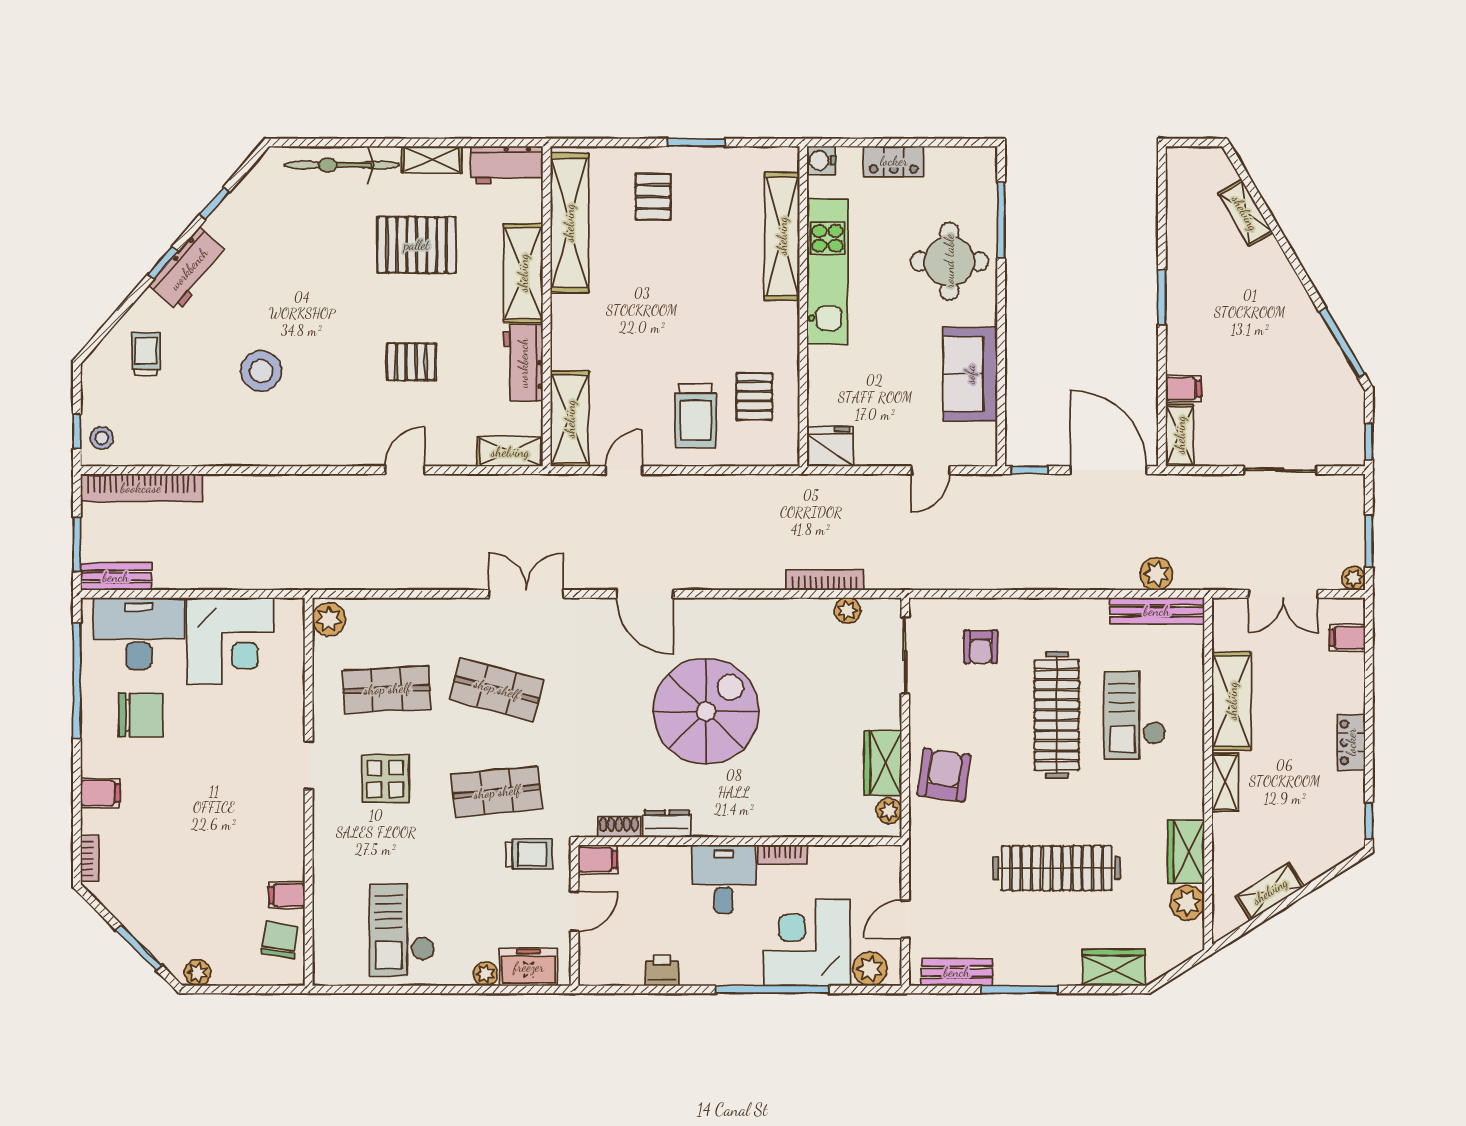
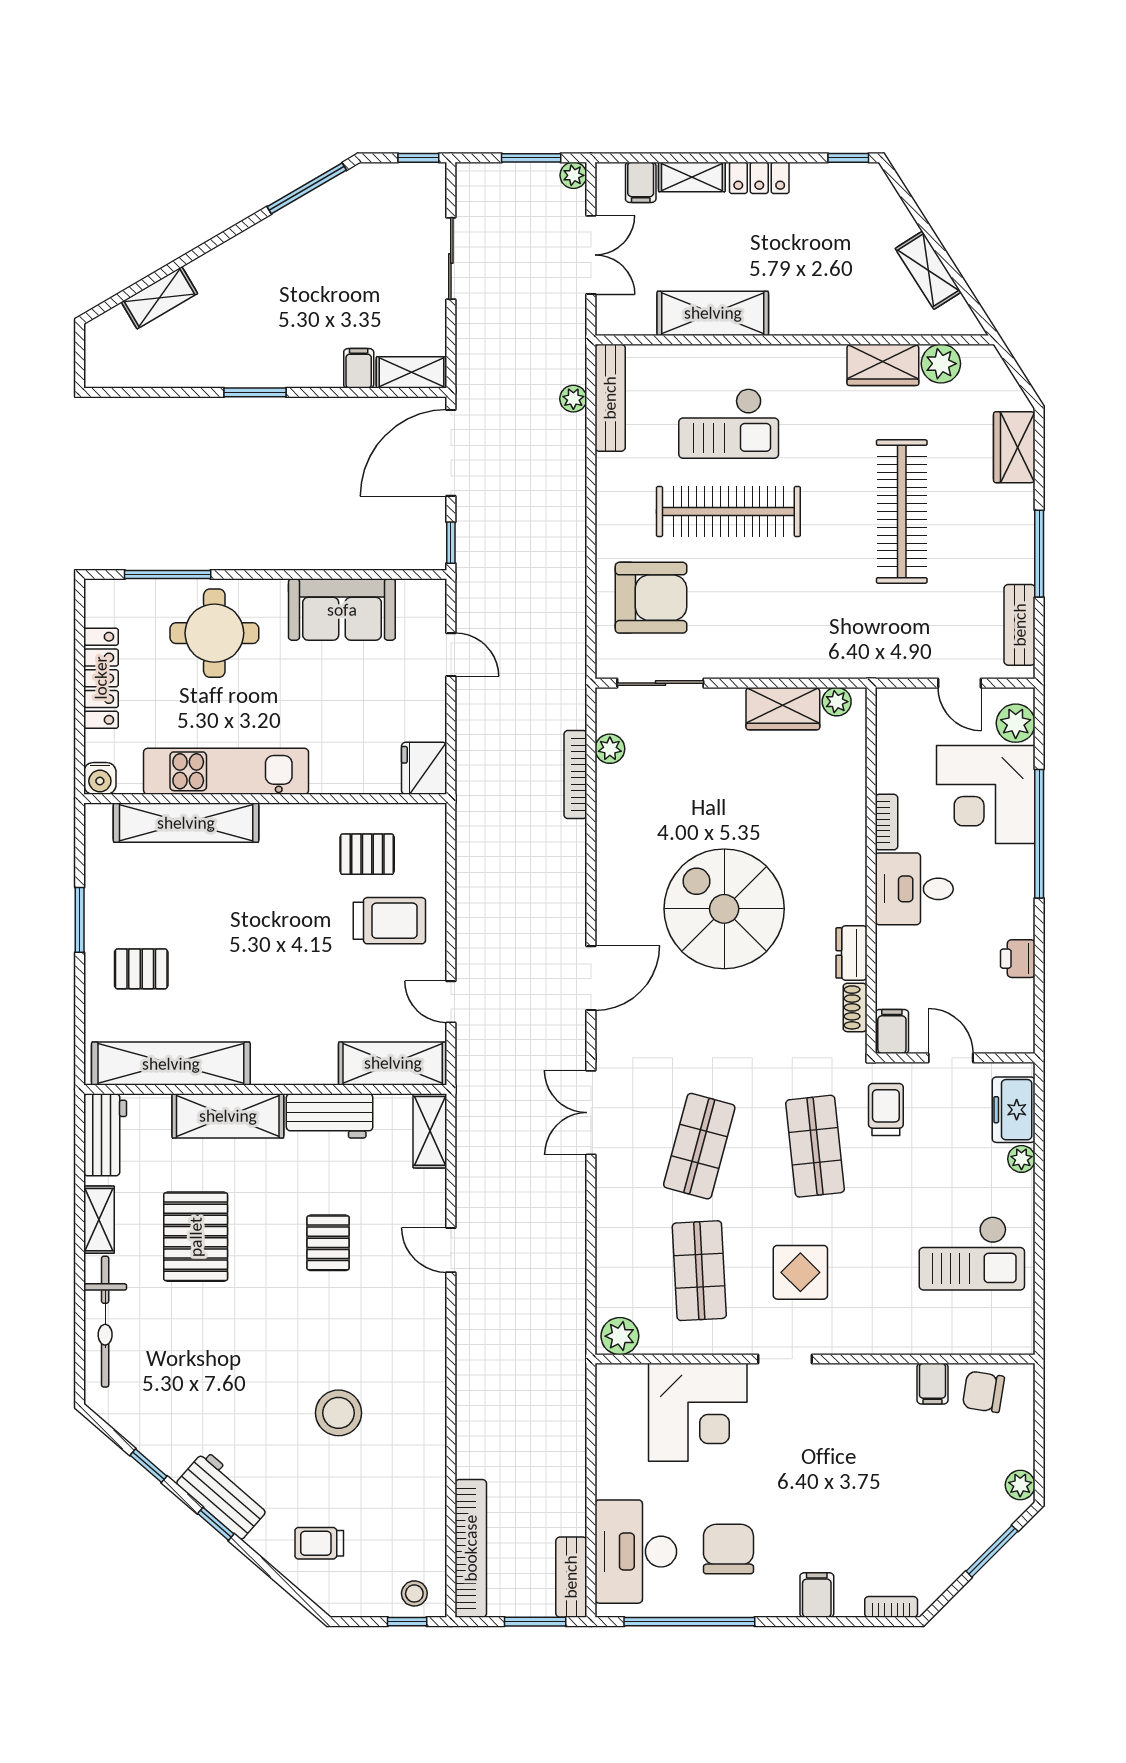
locker: (894, 161) -> (101, 678), width x1.53
plant: (1156, 574) -> (573, 399), width x0.73, depth x0.73
corner desk: (230, 641) -> (698, 1412), moved, turned 90
armchair: (981, 647) -> (651, 598), width x1.88, depth x1.88
armchair: (944, 775) -> (796, 639), removed
shelving: (1225, 782) -> (692, 177), moved

